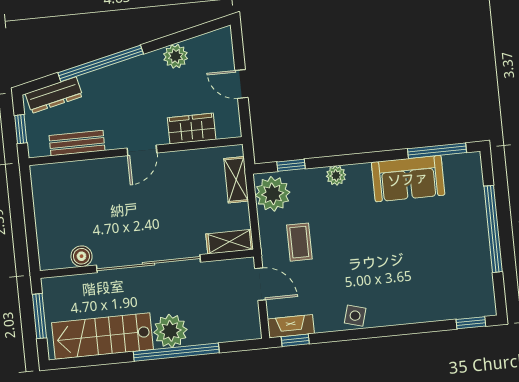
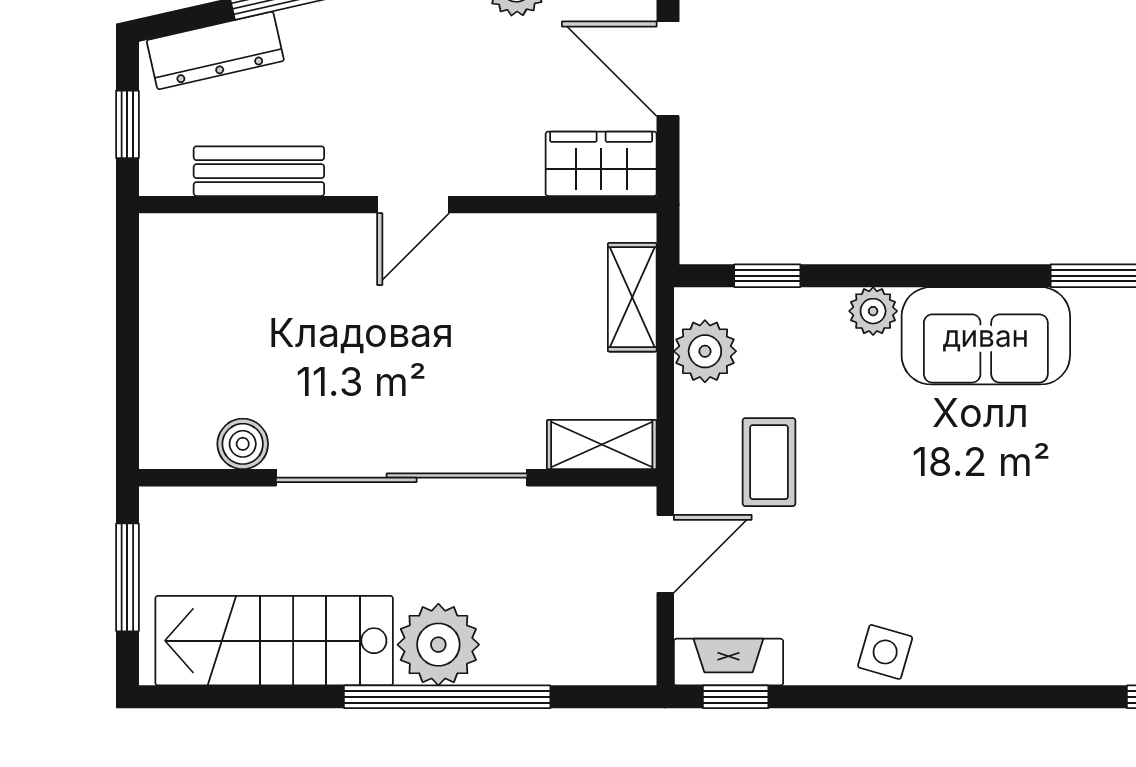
door: (242, 84) -> (668, 69), width x1.38
wardrobe: (192, 129) -> (601, 164), moved
sofa: (408, 179) -> (986, 336), moved
plant: (273, 194) -> (705, 351), width x0.73, depth x0.73
door: (260, 284) -> (665, 554), hinge flipped

